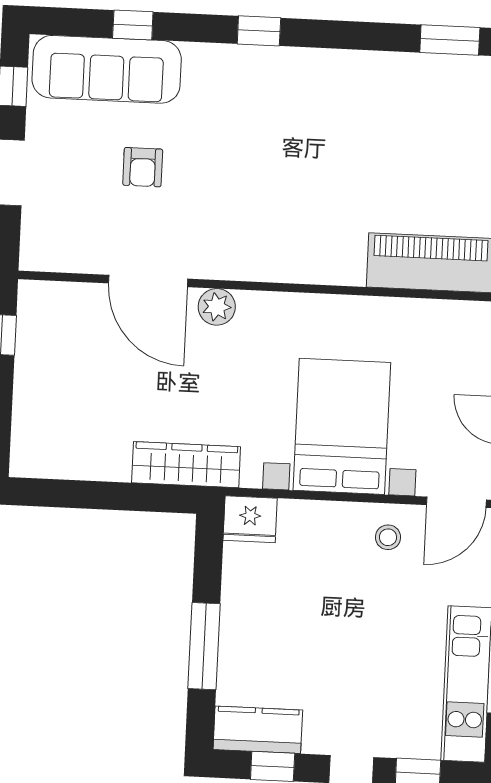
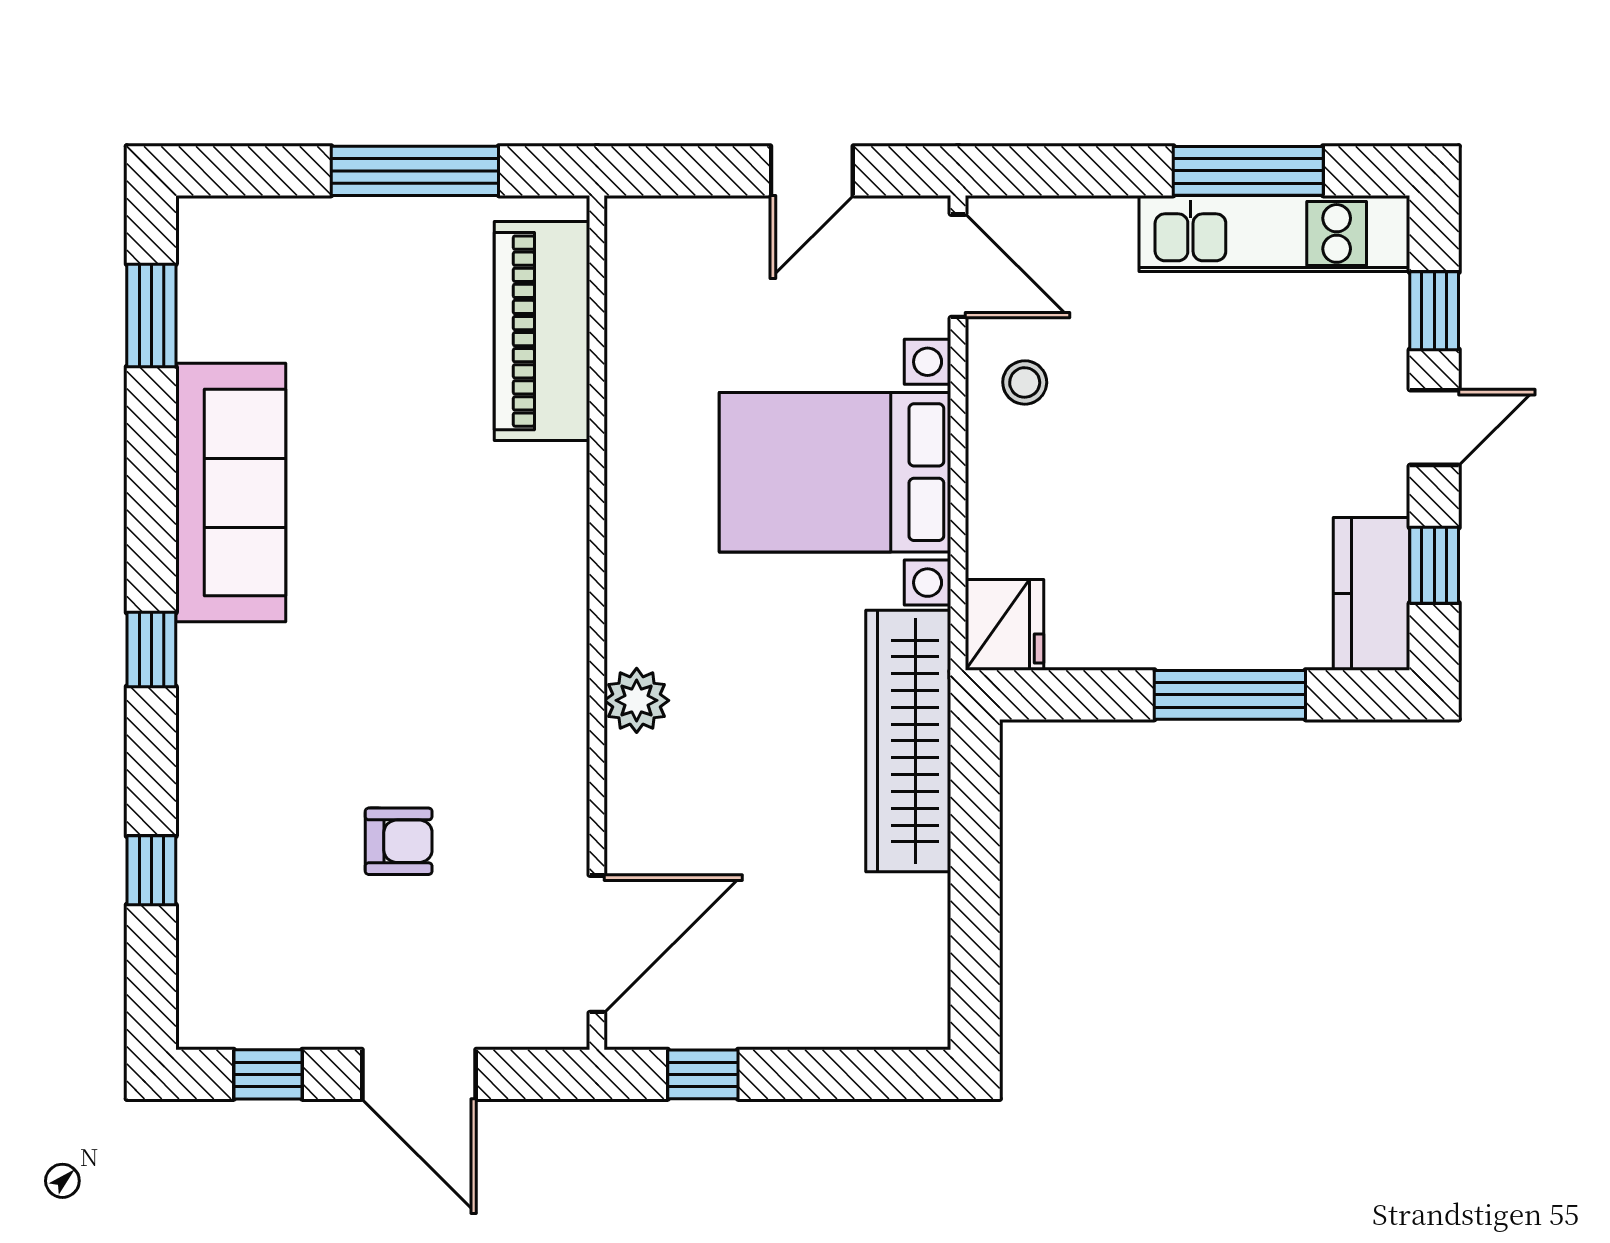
sofa: (107, 69) -> (231, 493), moved
door: (148, 281) -> (597, 944), moved
wardrobe: (186, 465) -> (908, 741), width x1.40, depth x1.17

